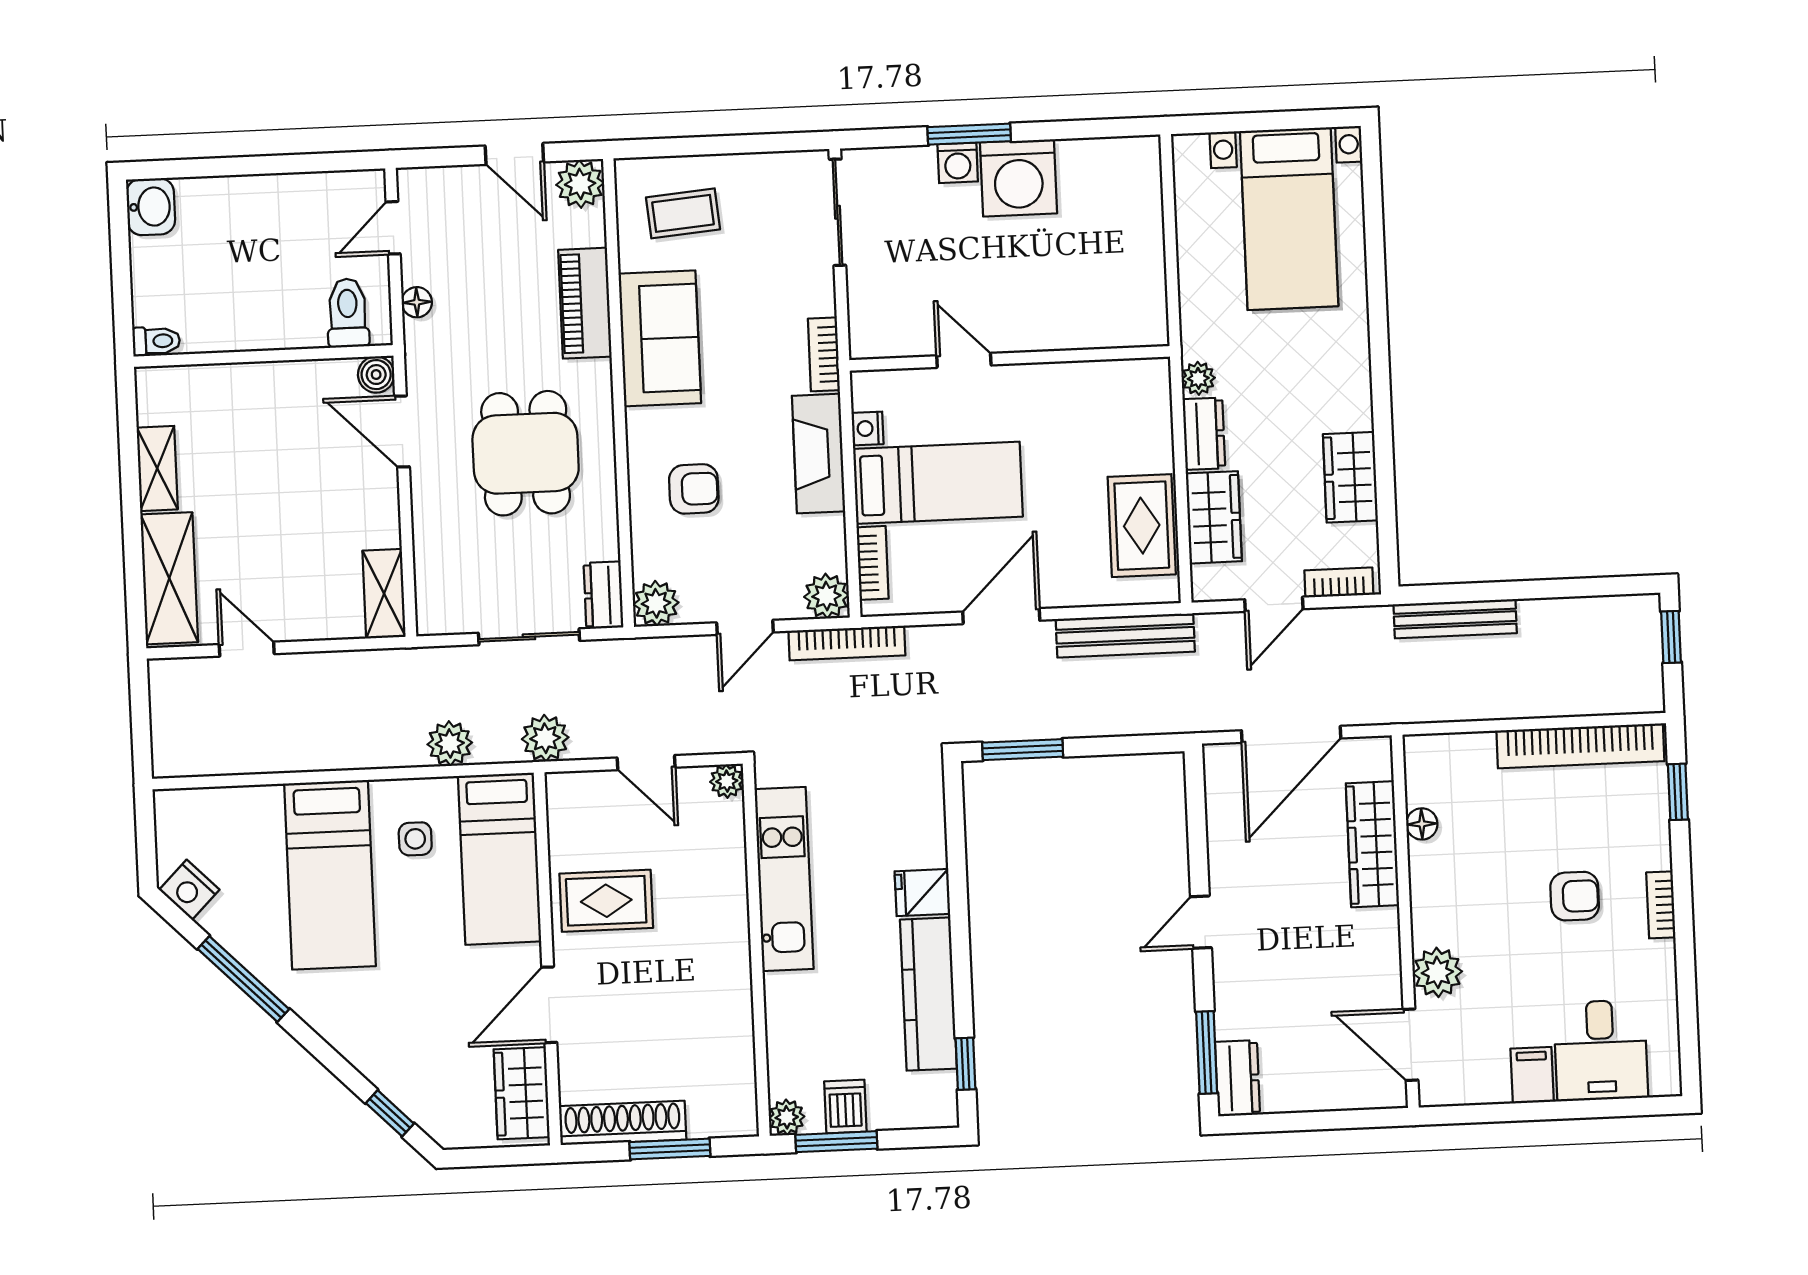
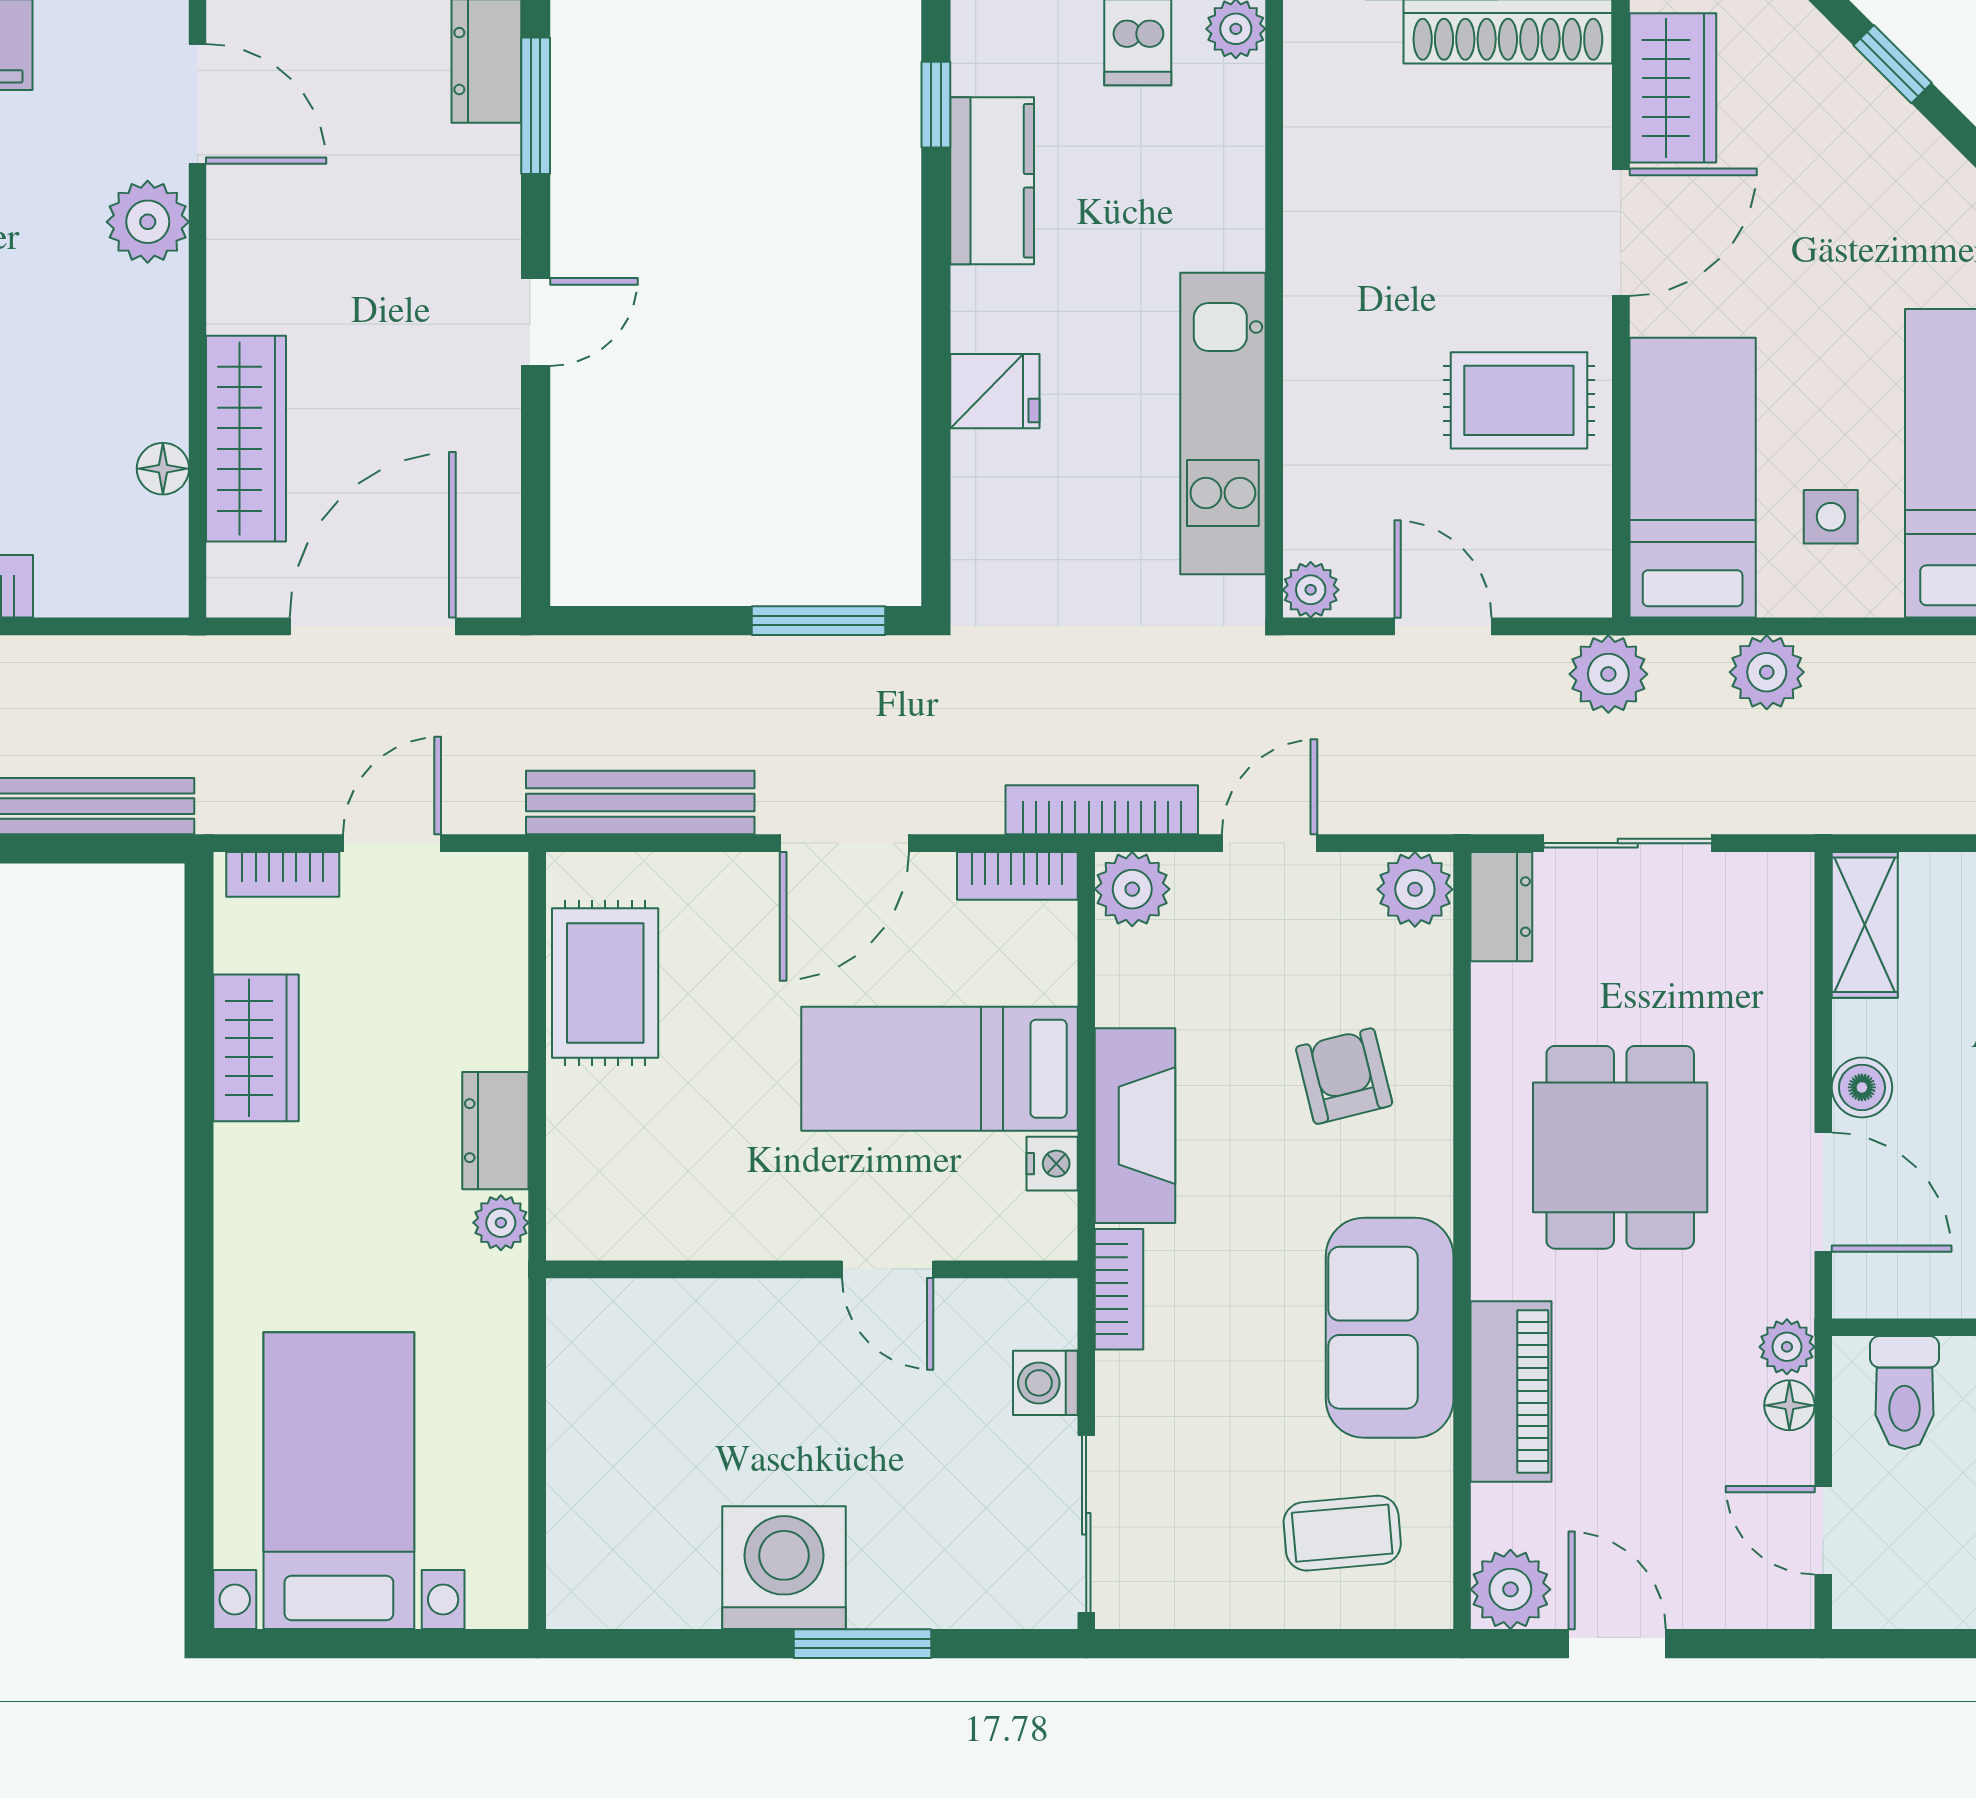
washing machine: (958, 163) -> (1045, 1383), moved, turned -90
door: (393, 228) -> (1823, 1530), swing flipped
plant: (420, 337) -> (1787, 1347), added
boiler: (376, 375) -> (1862, 1087), moved
armchair: (694, 489) -> (1344, 1076), turned 76
wardrobe: (1214, 517) -> (485, 991), removed
bookcase: (873, 563) -> (1017, 876), moved, turned -90
kitchen counter: (928, 994) -> (992, 181), width x0.67

